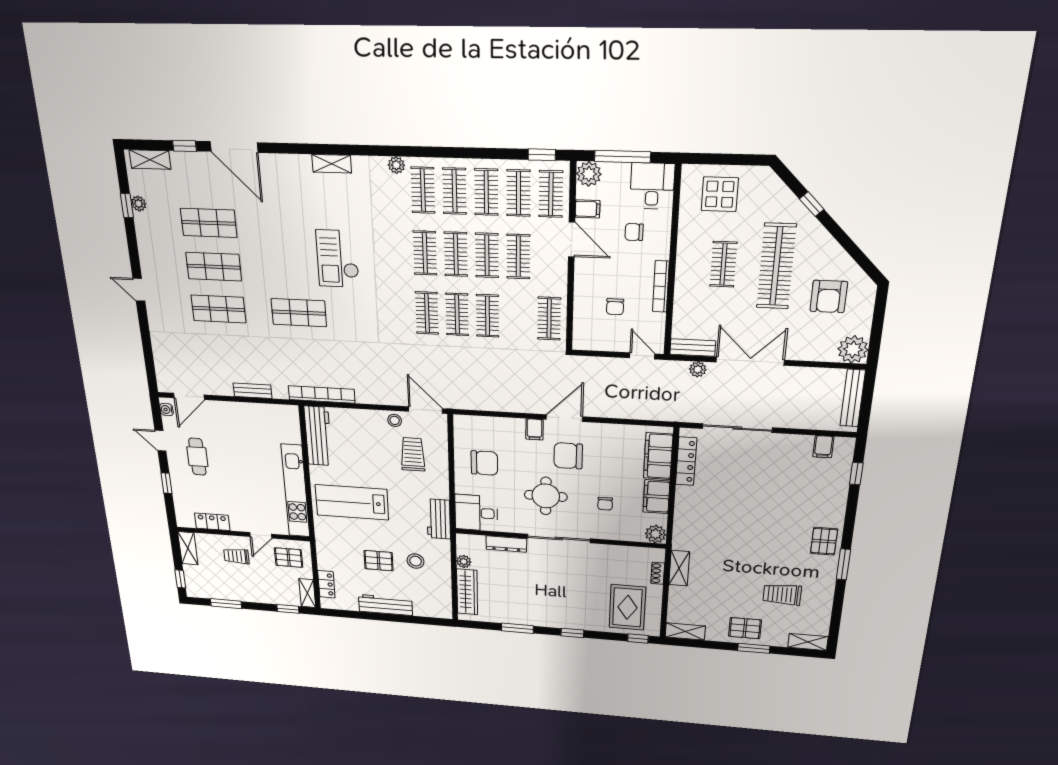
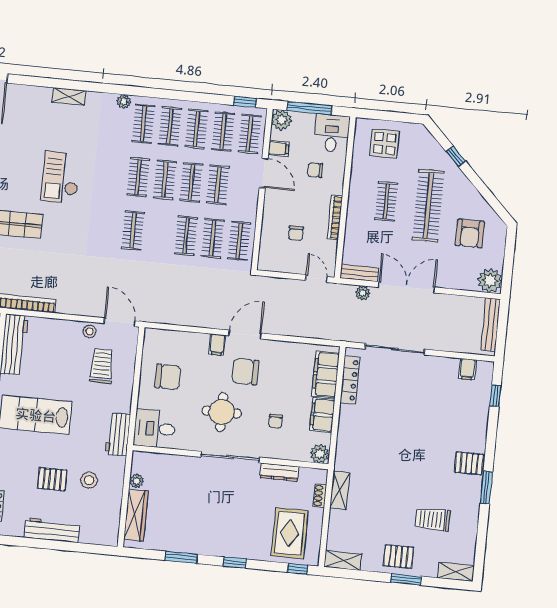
clothes rail: (457, 314) -> (213, 238), moved
pallet: (824, 541) -> (469, 463), turned 90
dresser: (506, 544) -> (279, 472), moved

